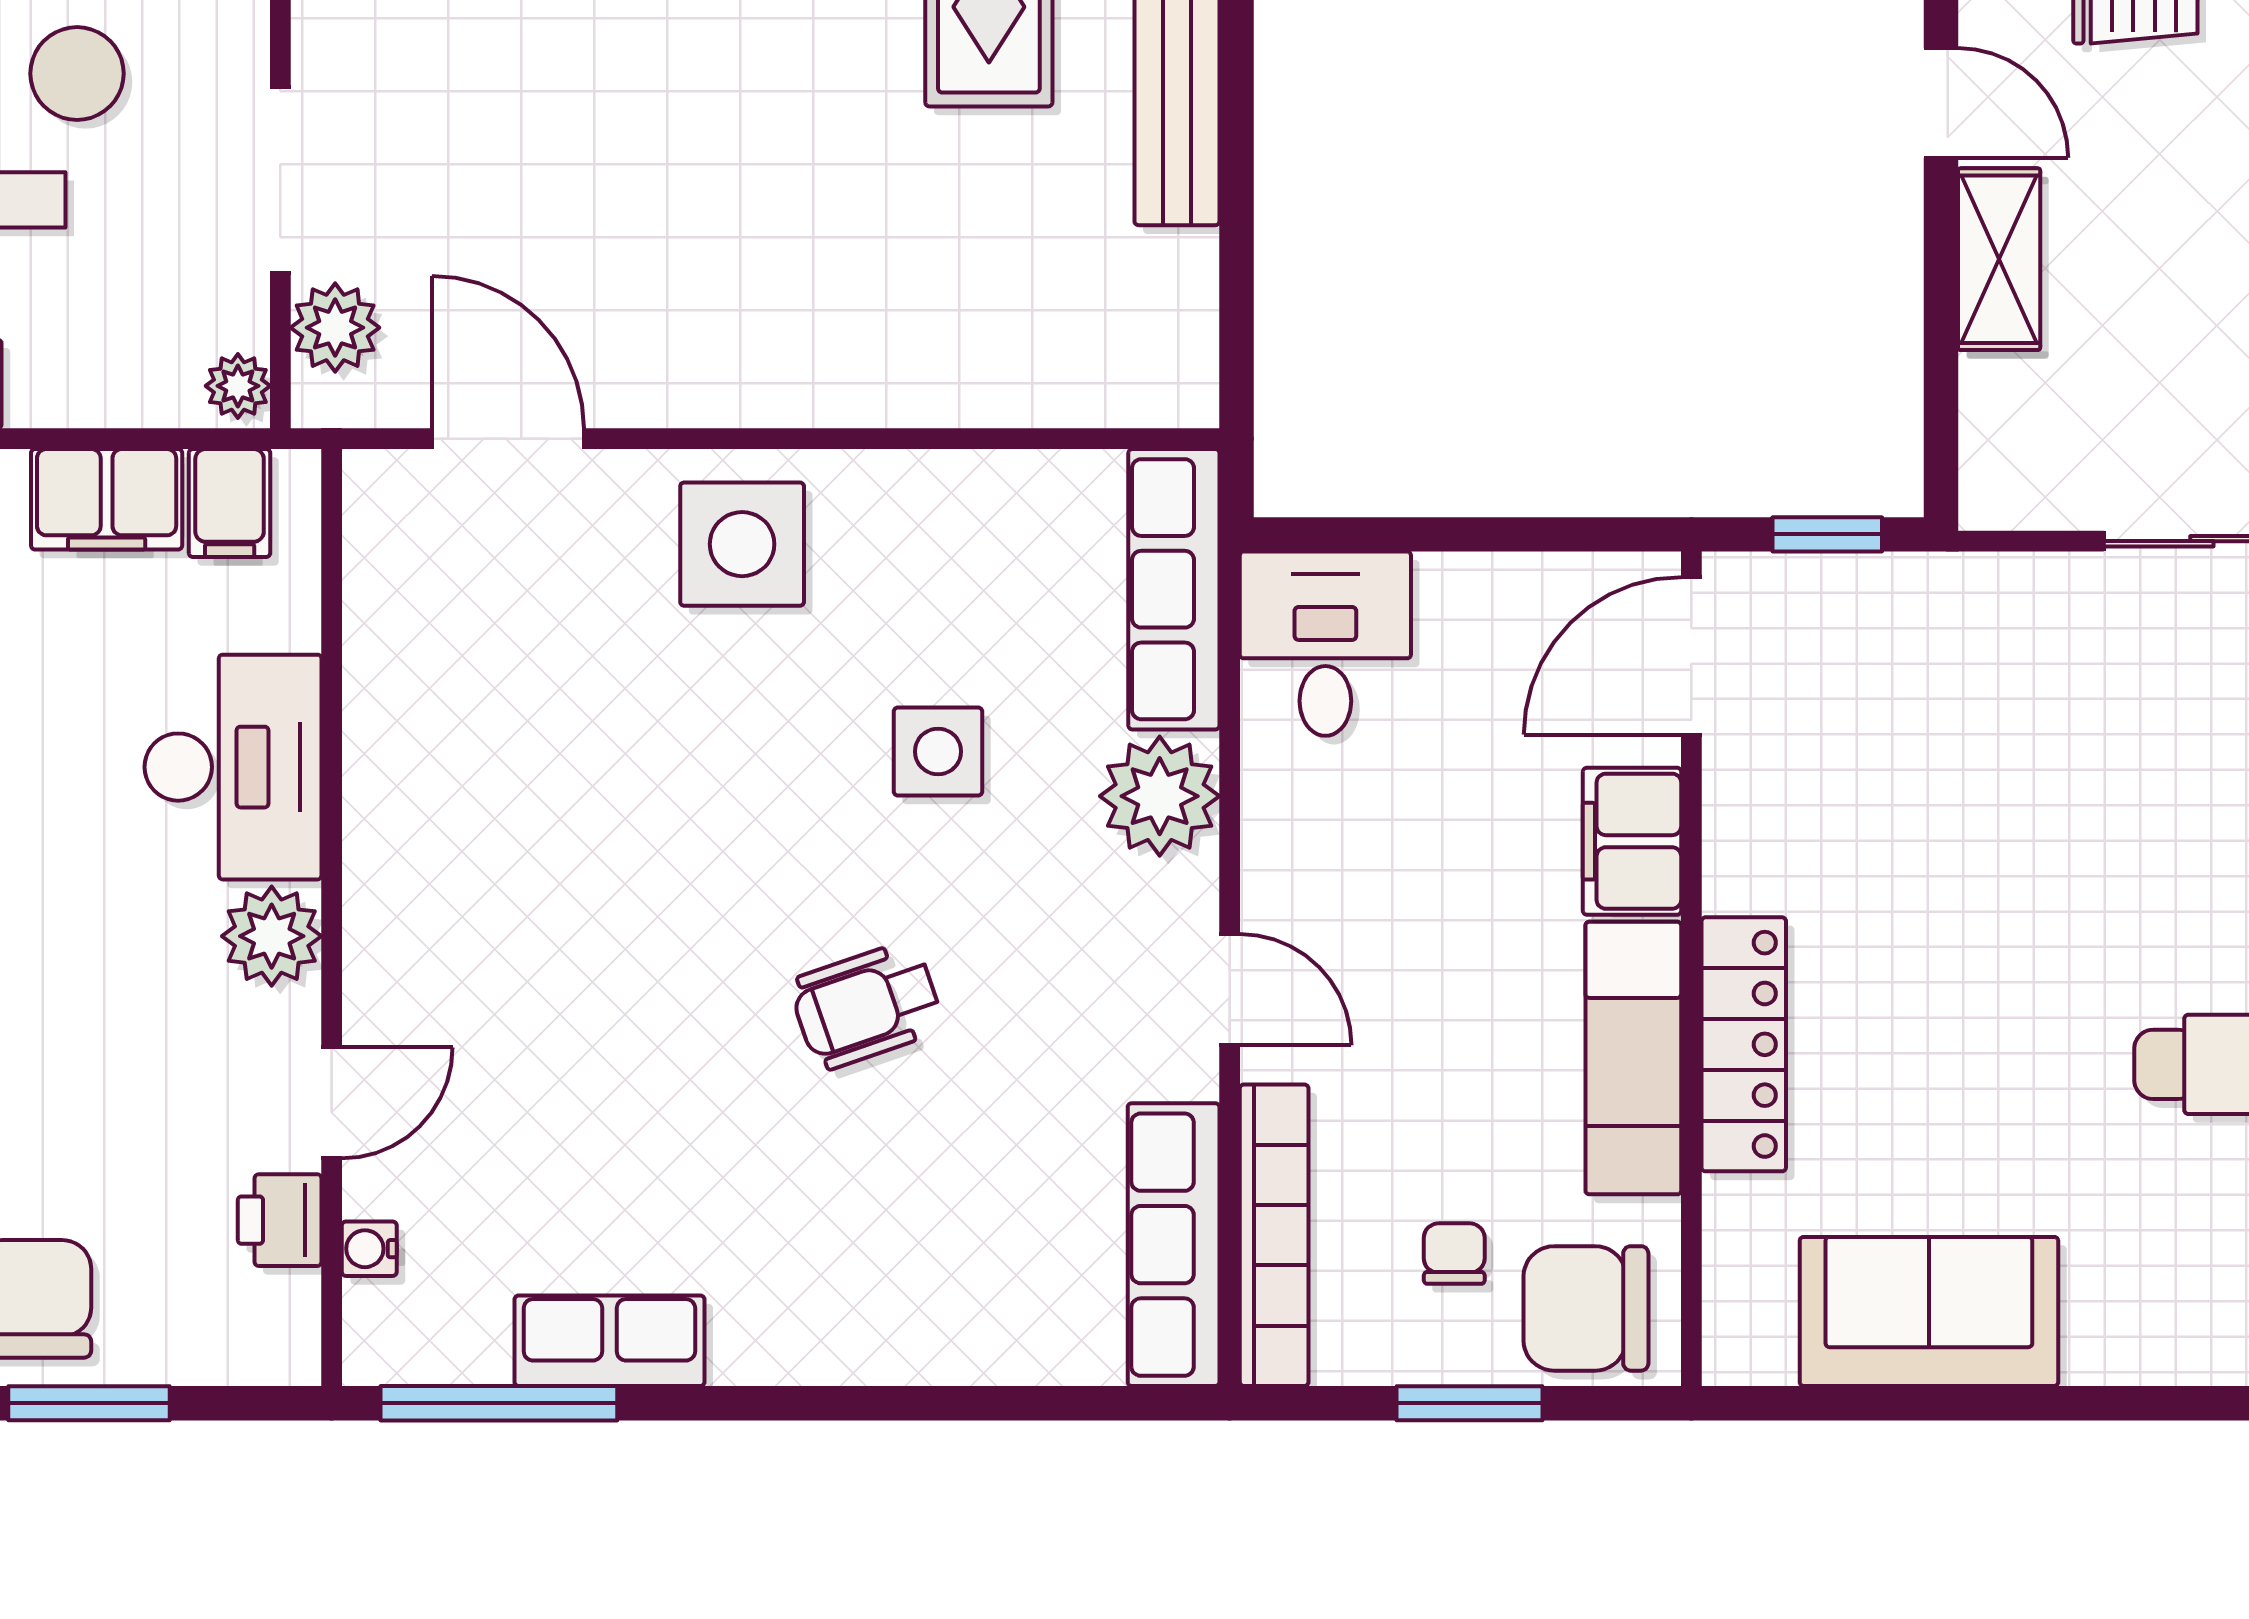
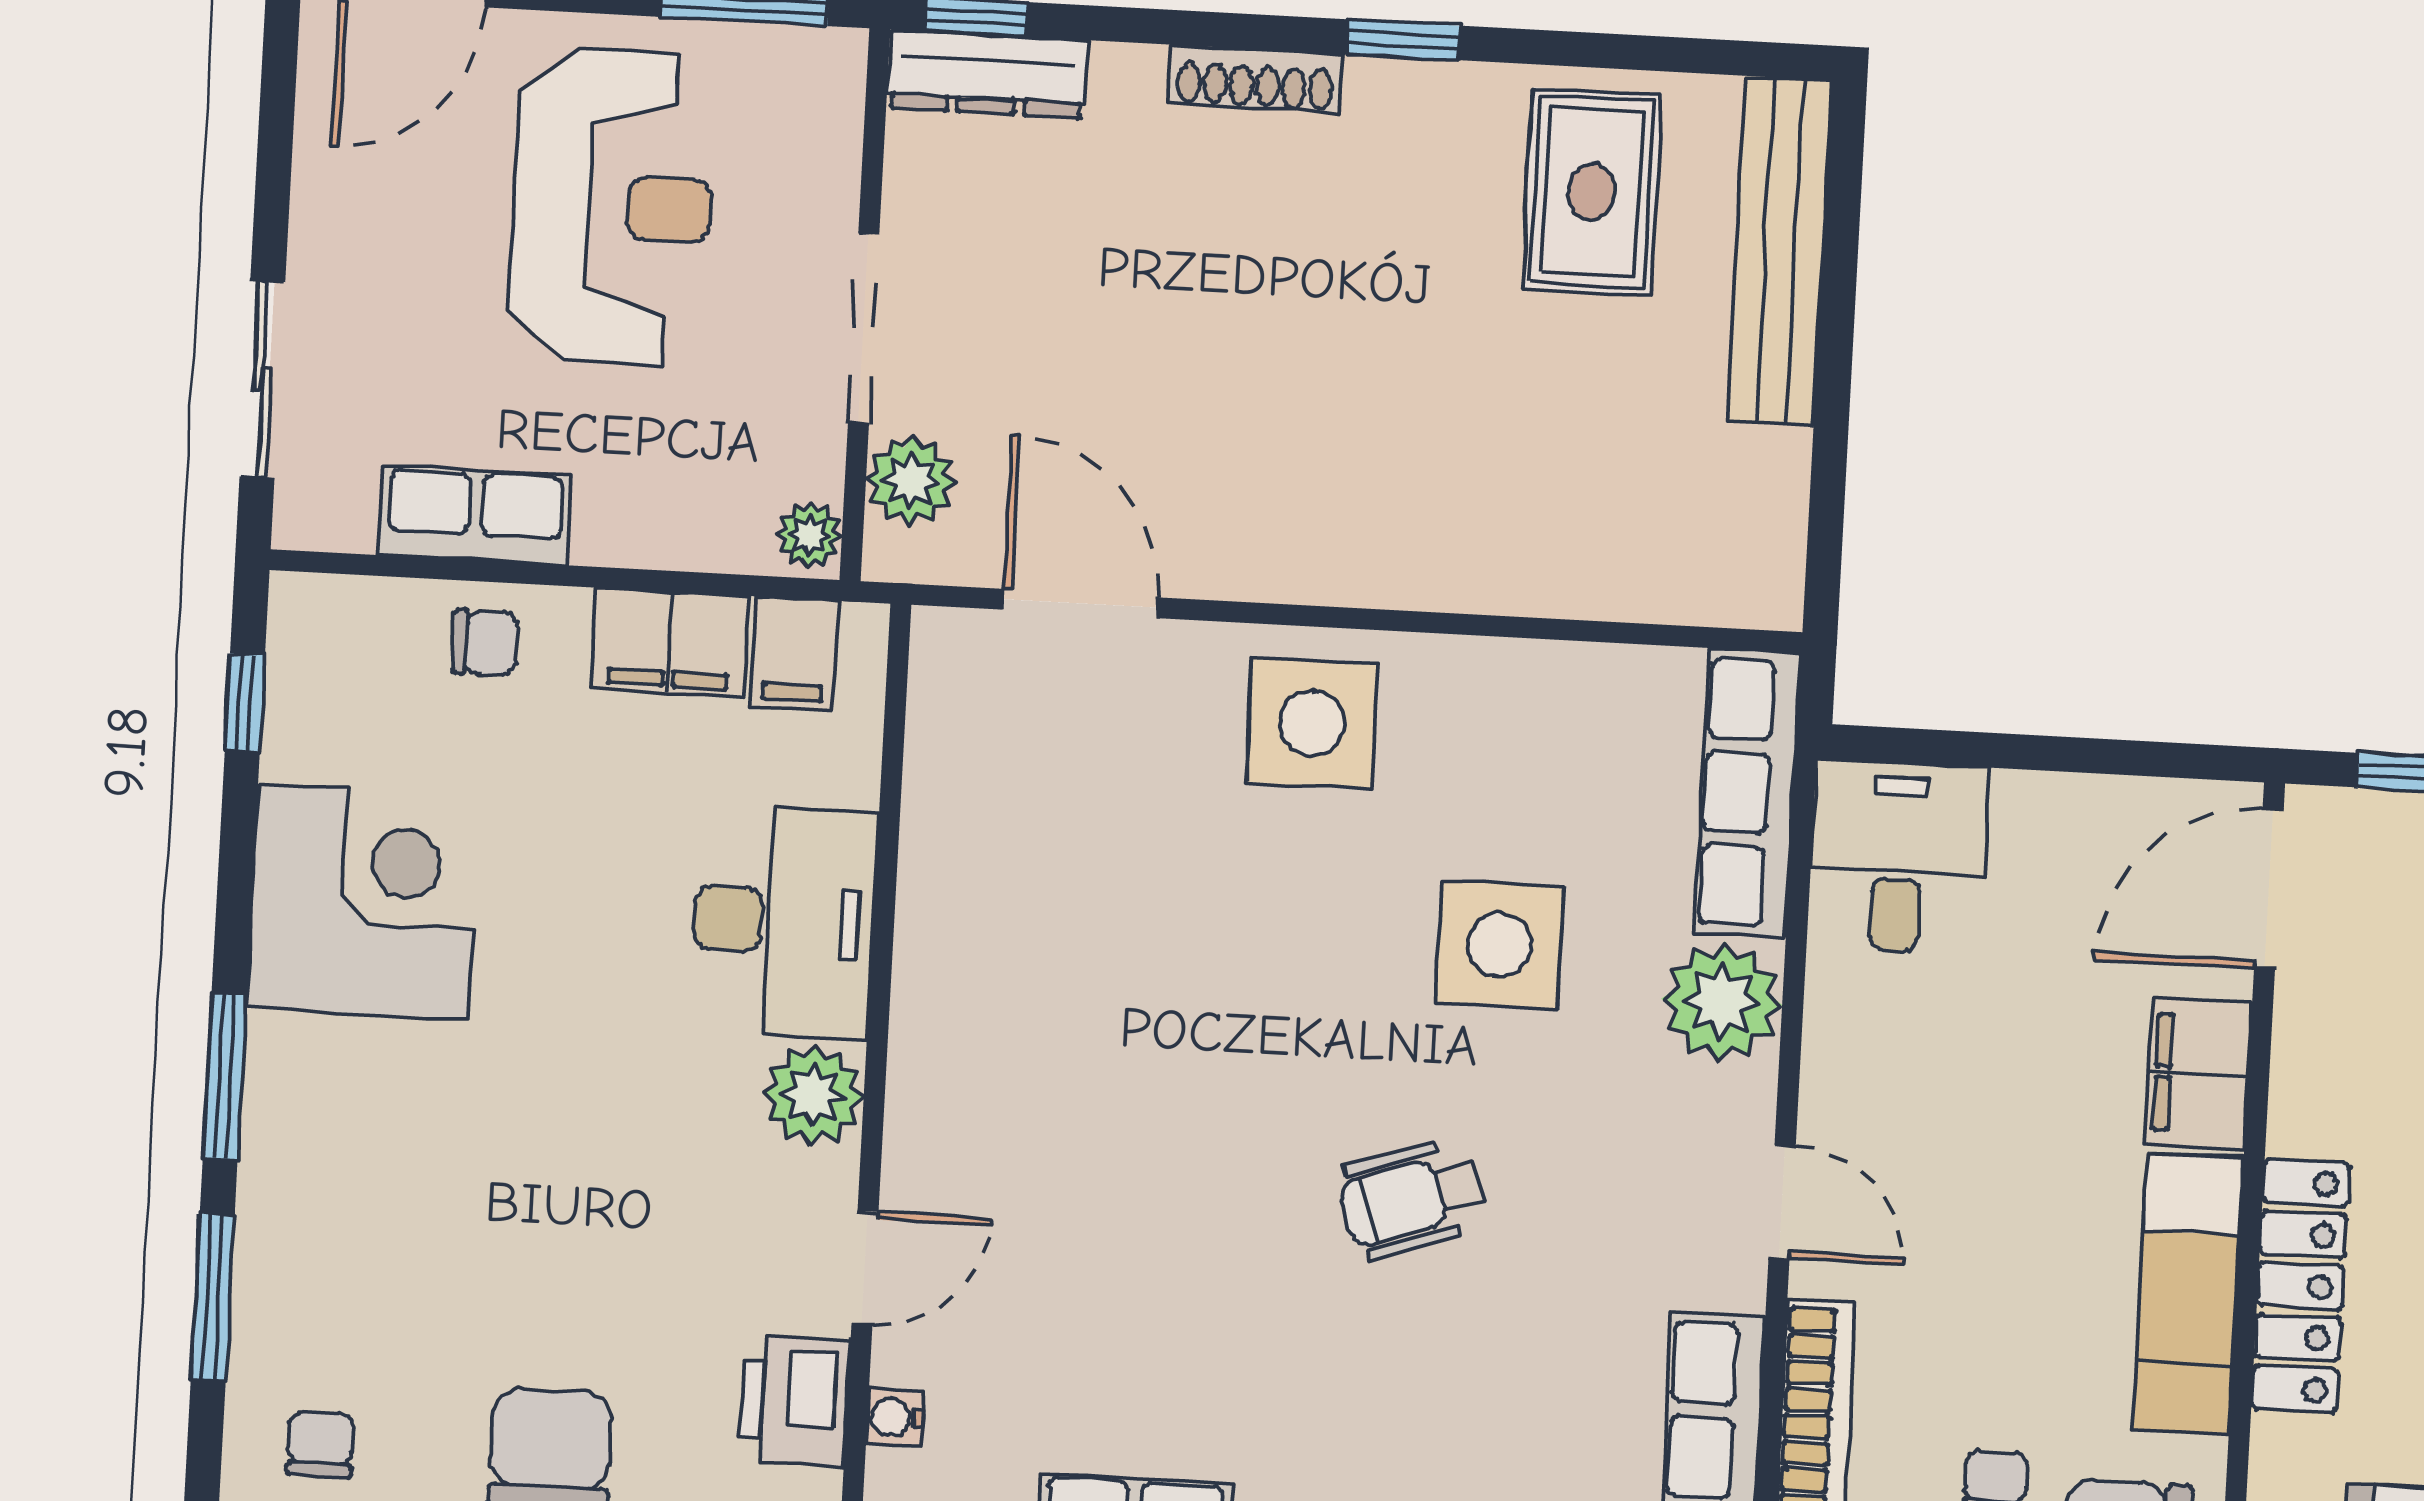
side table: (938, 751) -> (1499, 944), width x1.37, depth x1.37
printer: (280, 1220) -> (795, 1400), width x1.36, depth x1.24

